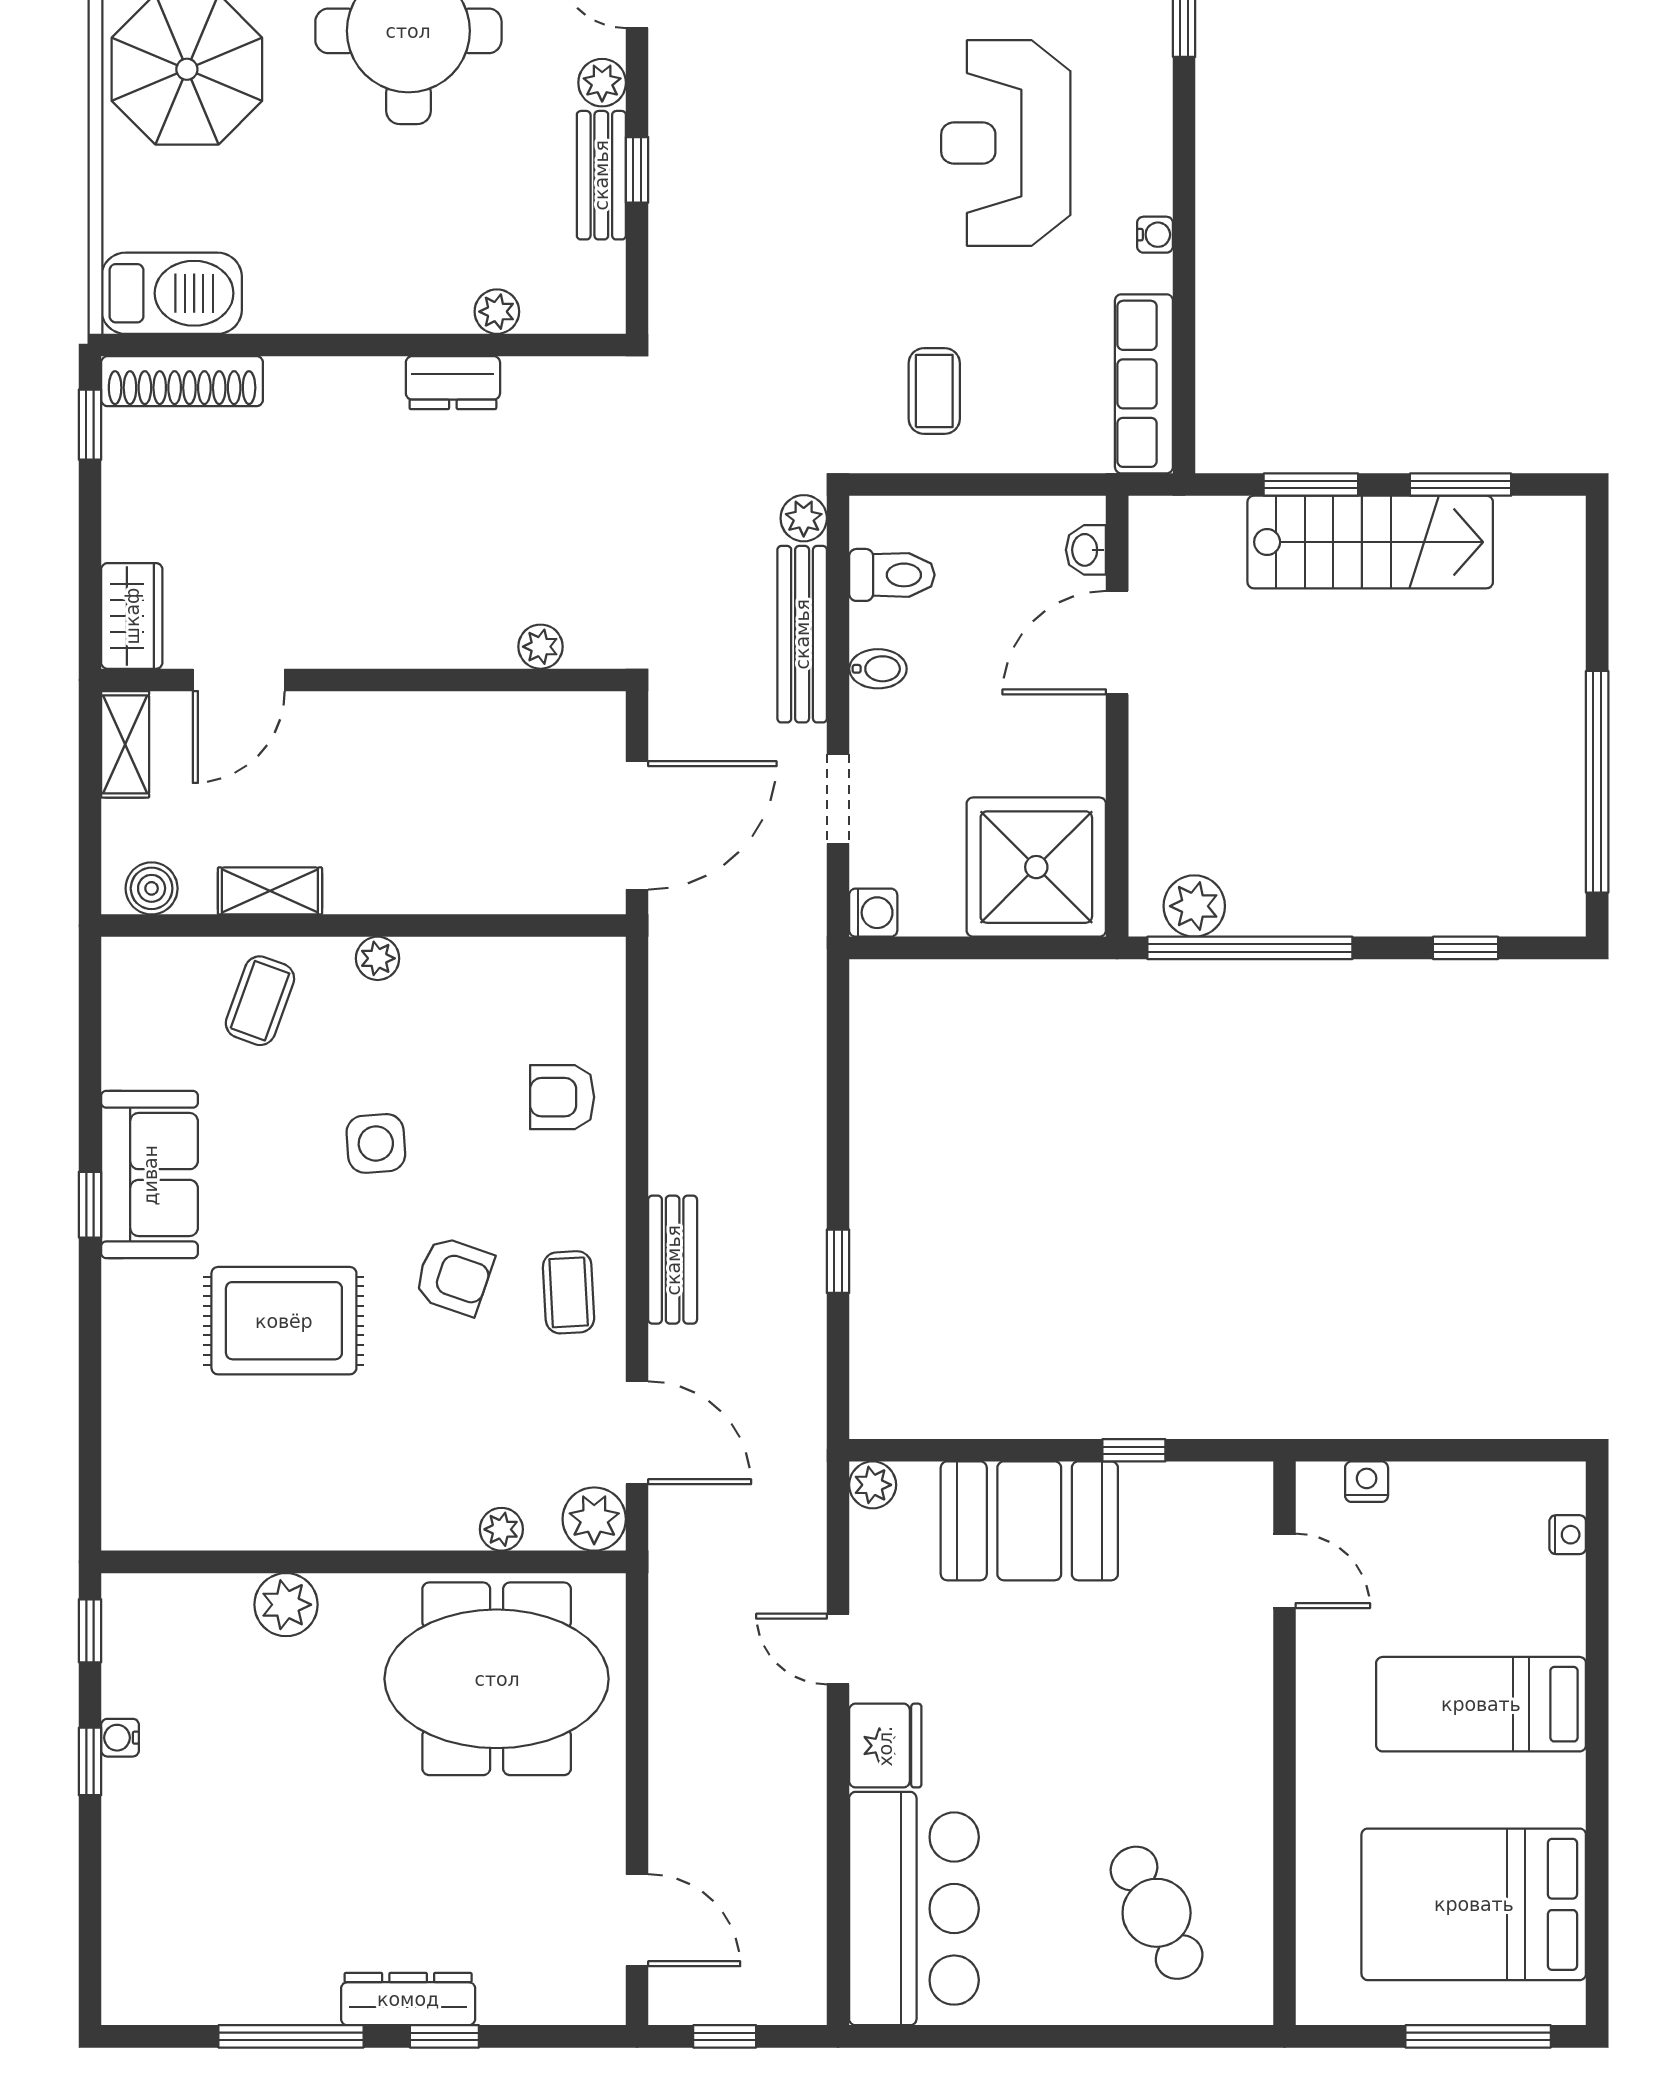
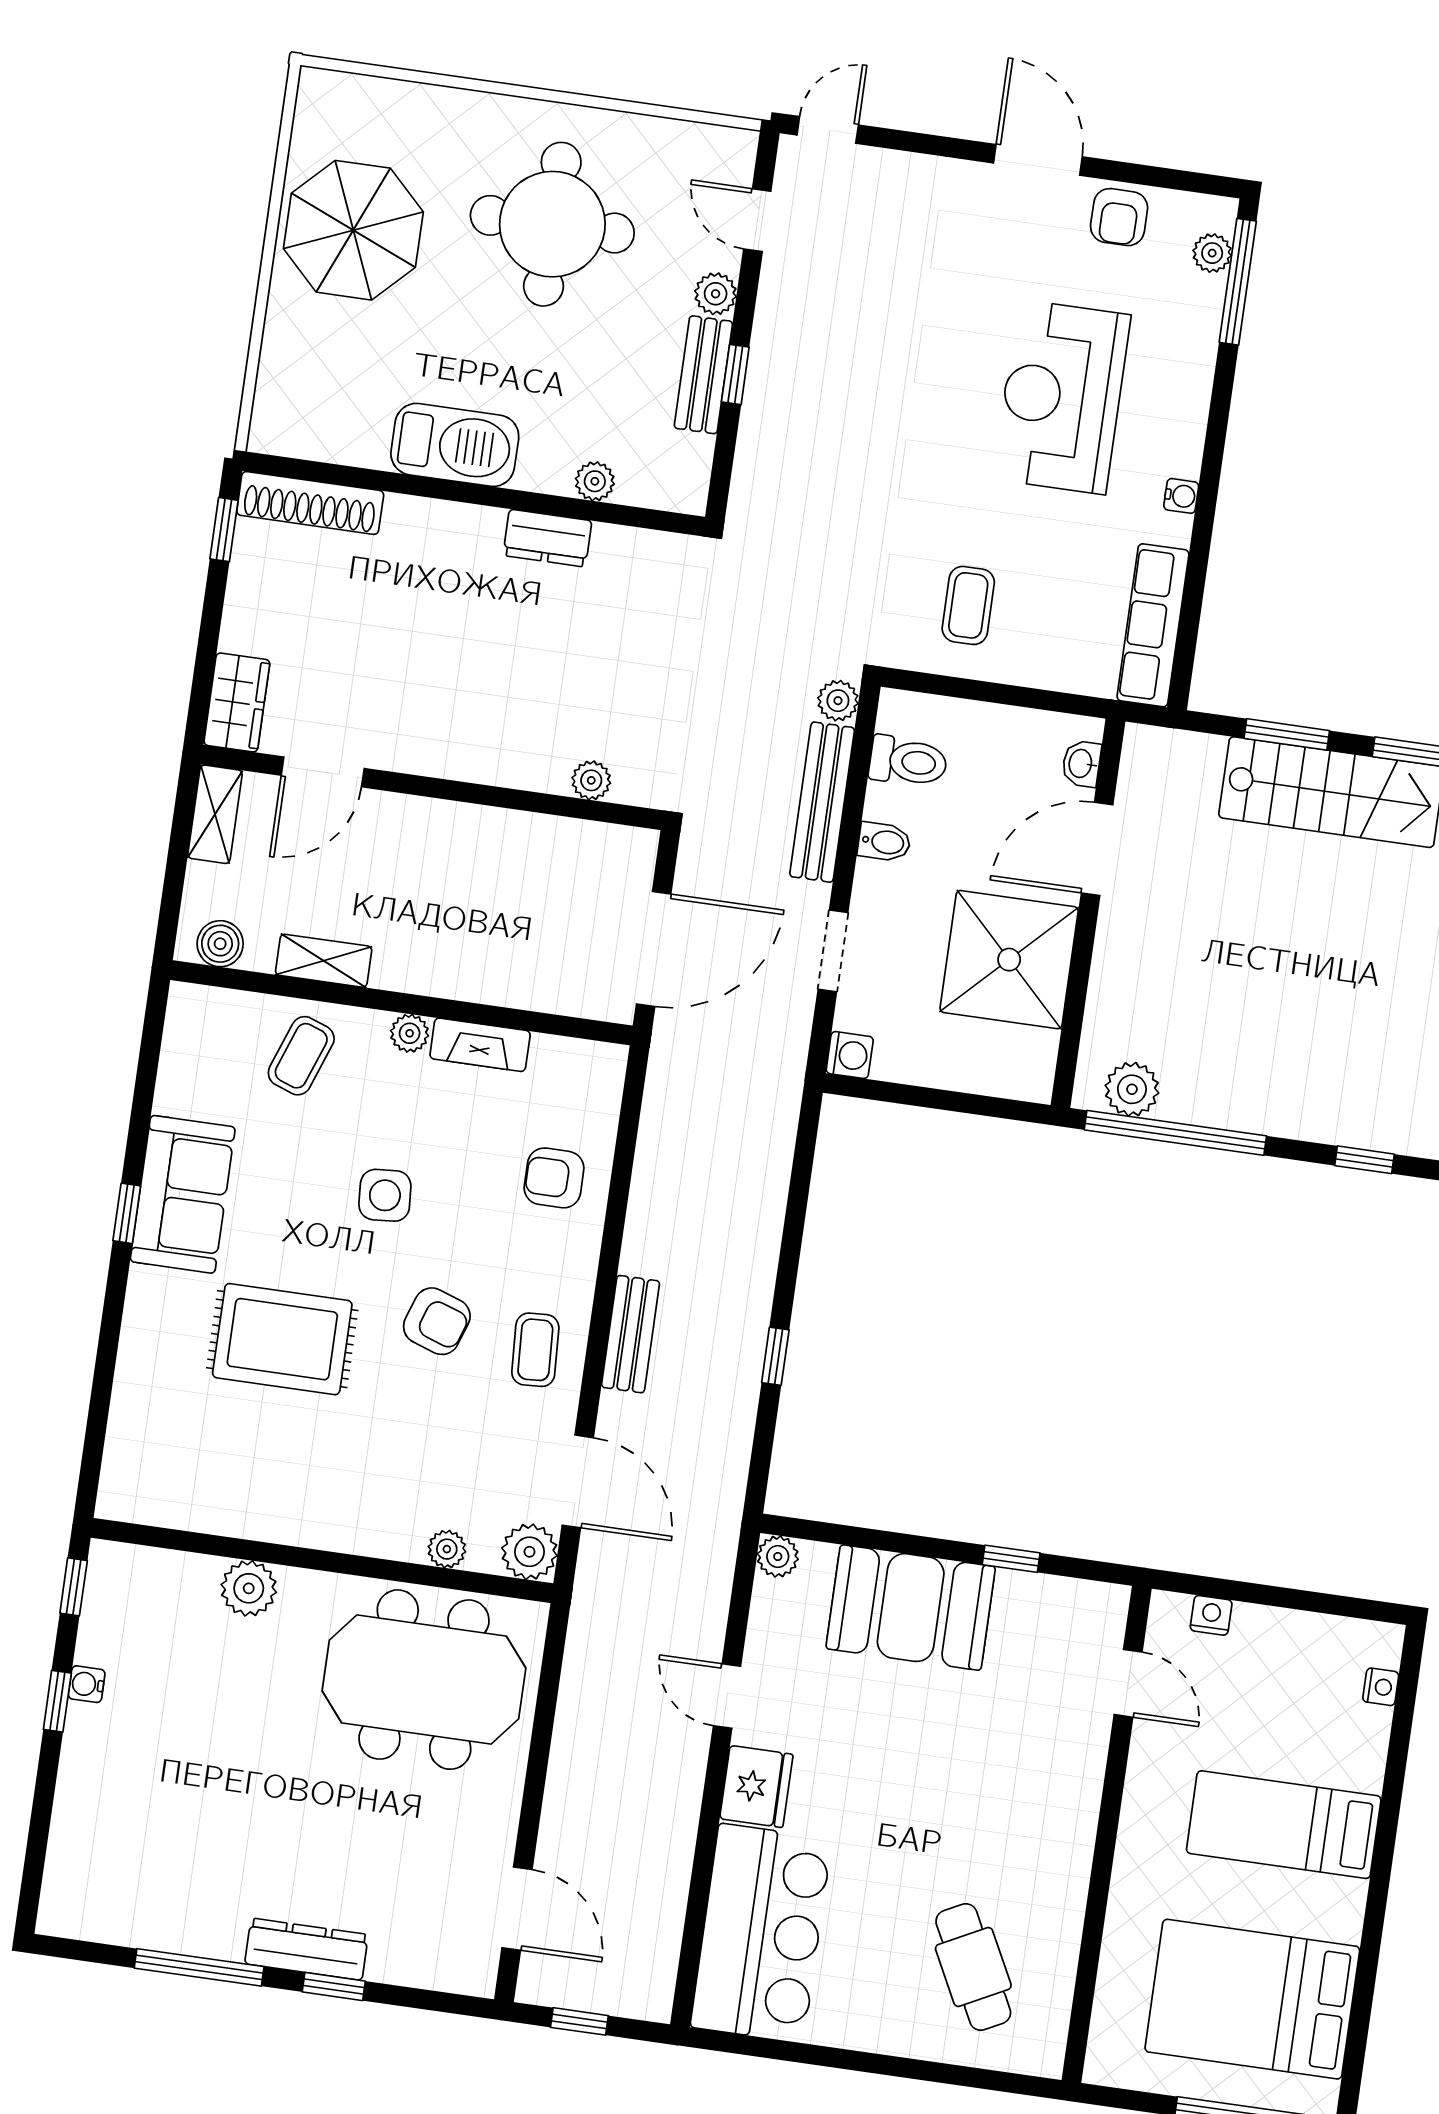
barbecue: (172, 293) -> (455, 445), moved
shower: (1036, 867) -> (1009, 960), moved
fireplace: (458, 960) -> (480, 1045), added

